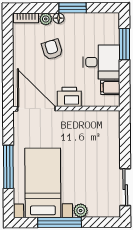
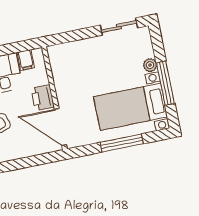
door: (36, 109) -> (60, 127), hinge flipped

